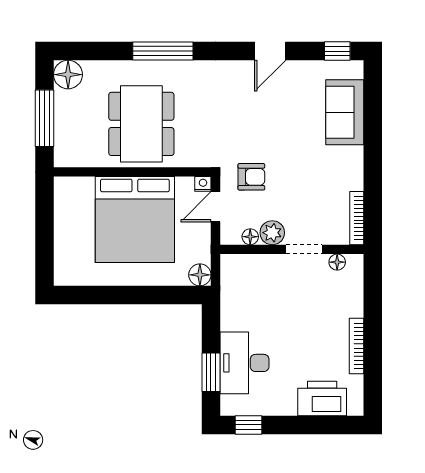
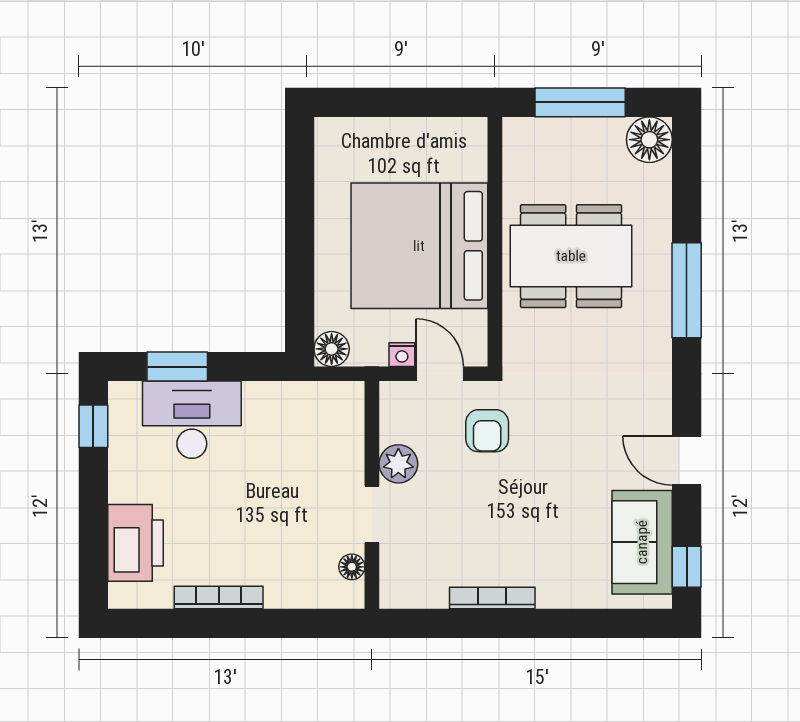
sofa: (345, 112) -> (642, 542), moved, turned -90
nightstand: (203, 184) -> (402, 355), moved, turned 90
bookcase: (357, 218) -> (492, 598), moved
floor lamp: (250, 237) -> (392, 429), removed

